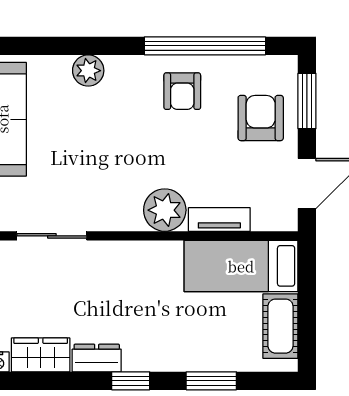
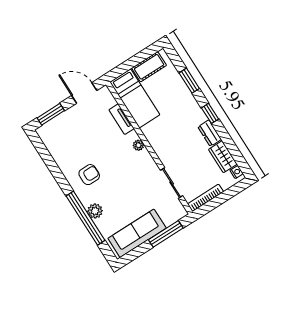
window: (205, 46) -> (85, 218), moved
armchair: (182, 91) -> (89, 175), moved
armchair: (261, 118) -> (70, 129), removed
plant: (165, 210) -> (138, 145), width x0.53, depth x0.53

